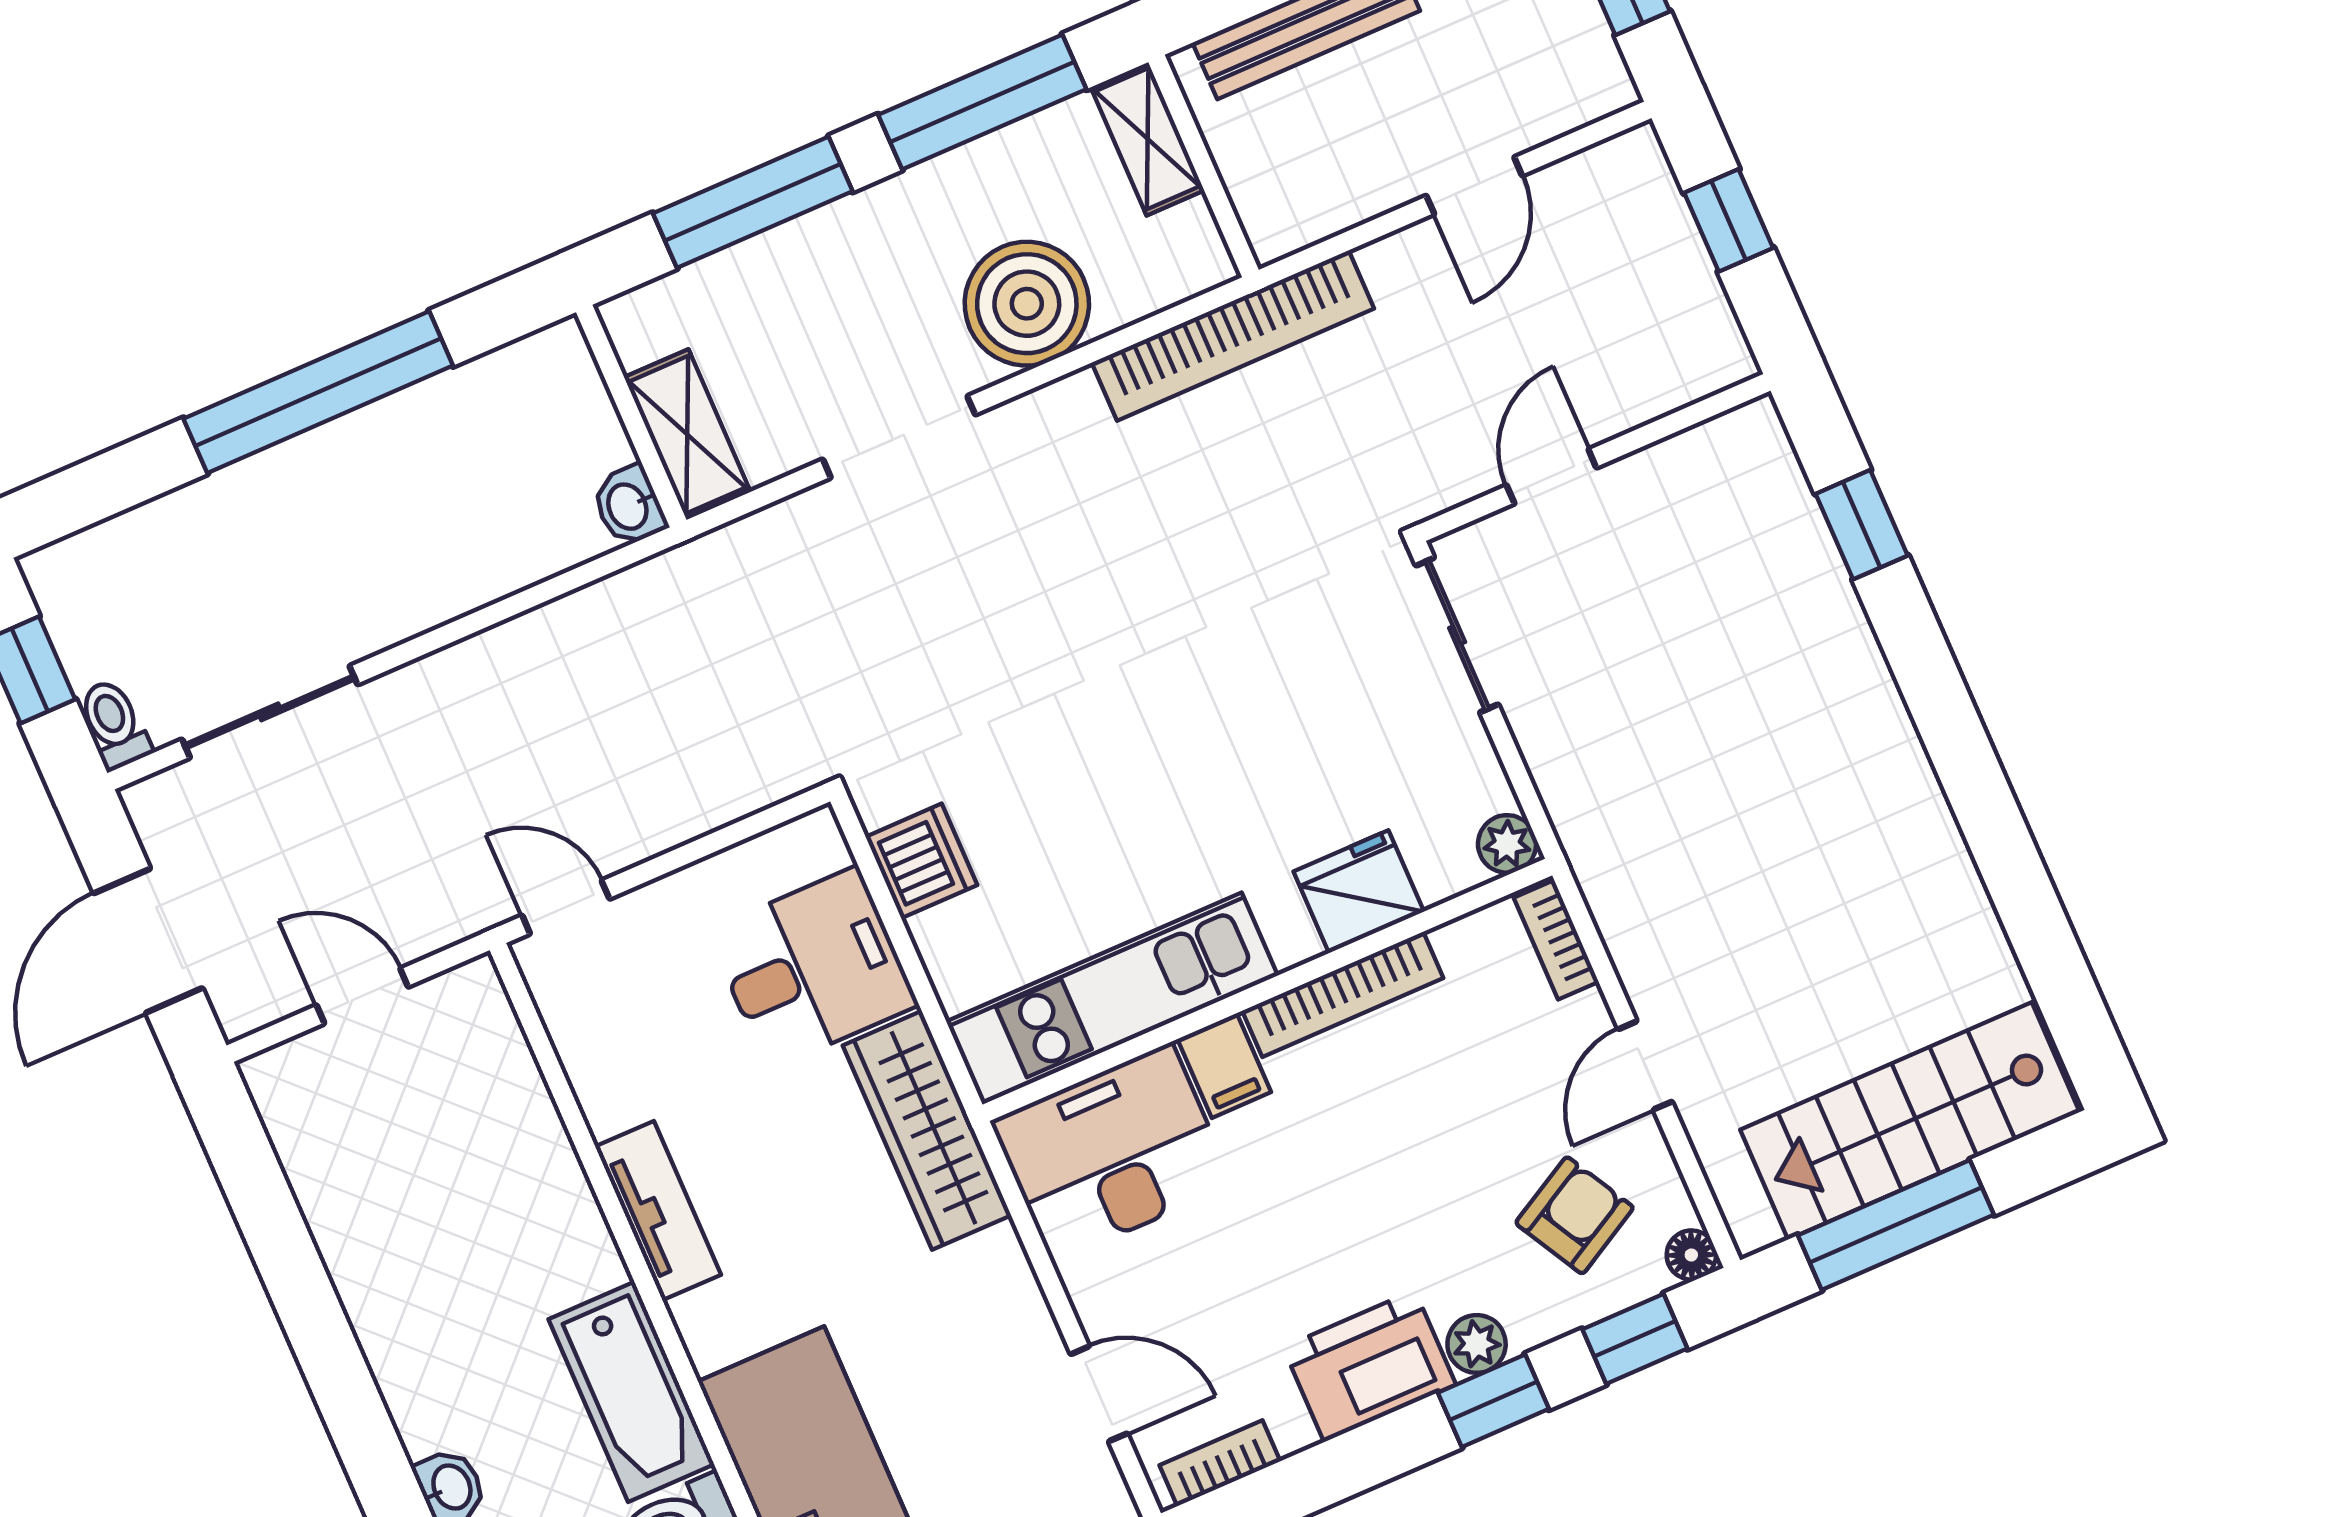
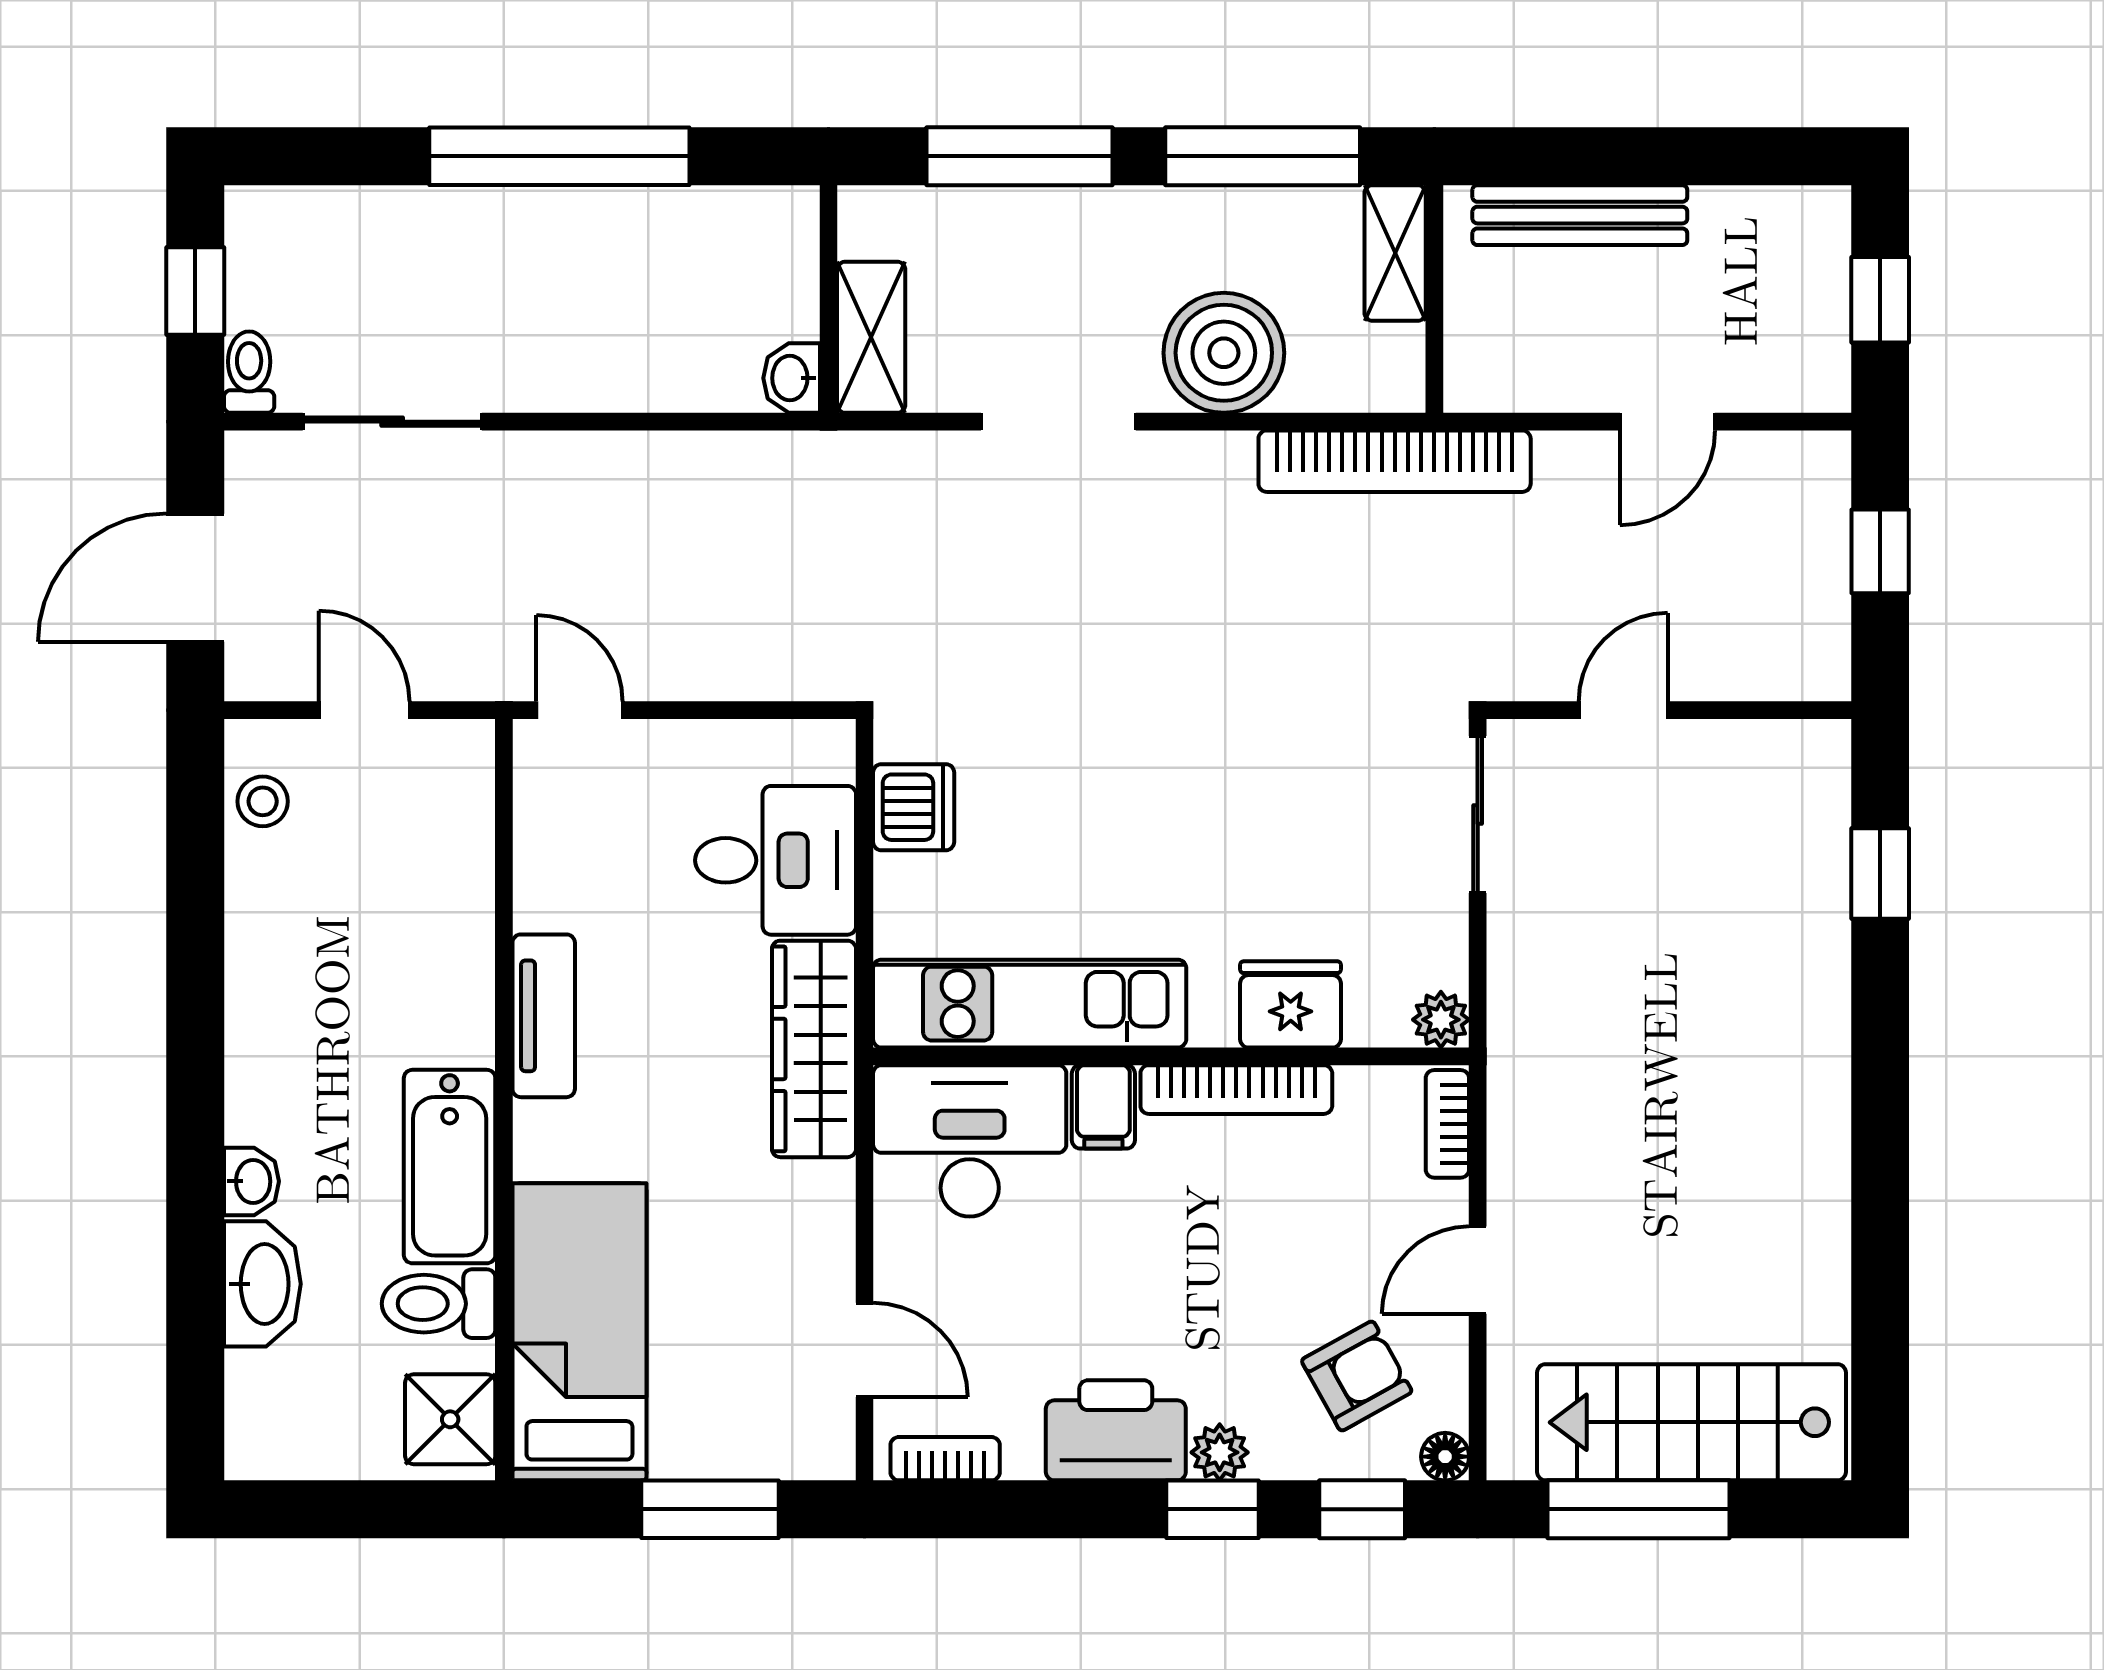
stool: (304, 1124) -> (263, 801), added

